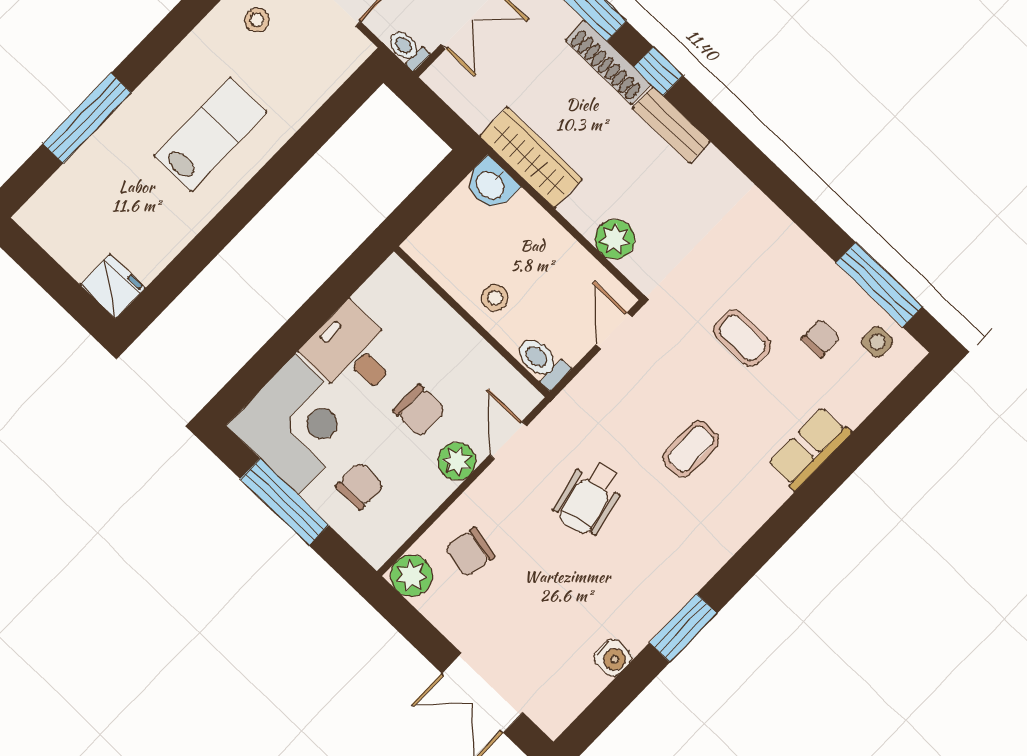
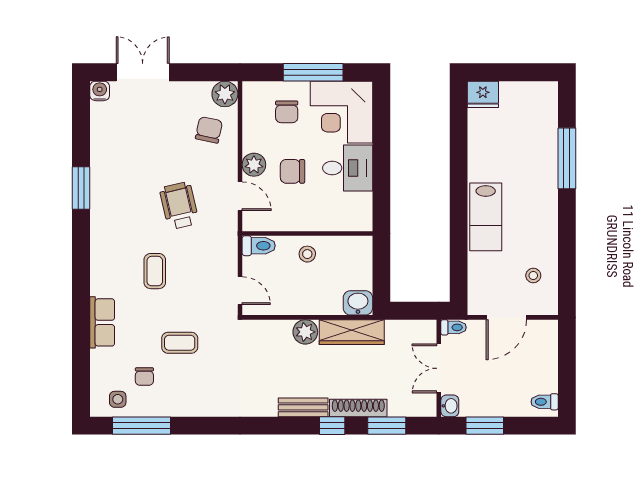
lab bench: (210, 134) -> (486, 217), moved
plant: (615, 239) -> (305, 332), moved
water cooler: (613, 658) -> (100, 91), moved, turned 90

